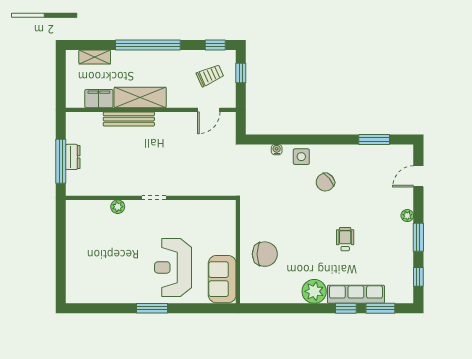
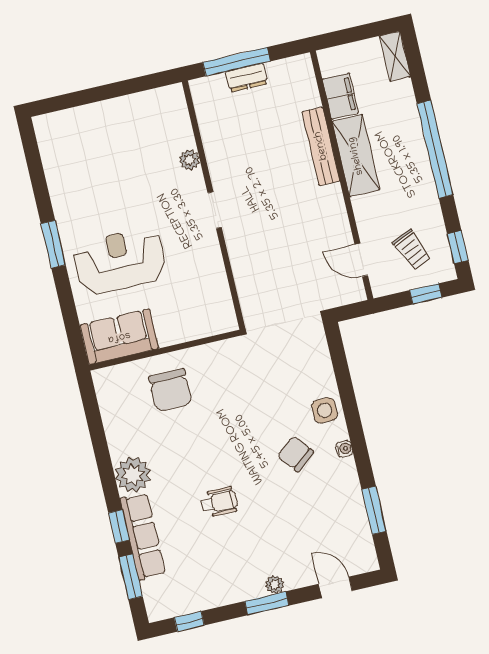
shelving: (95, 57) -> (395, 56), moved
water cooler: (277, 150) -> (344, 449), moved
window: (418, 237) -> (267, 603), moved

